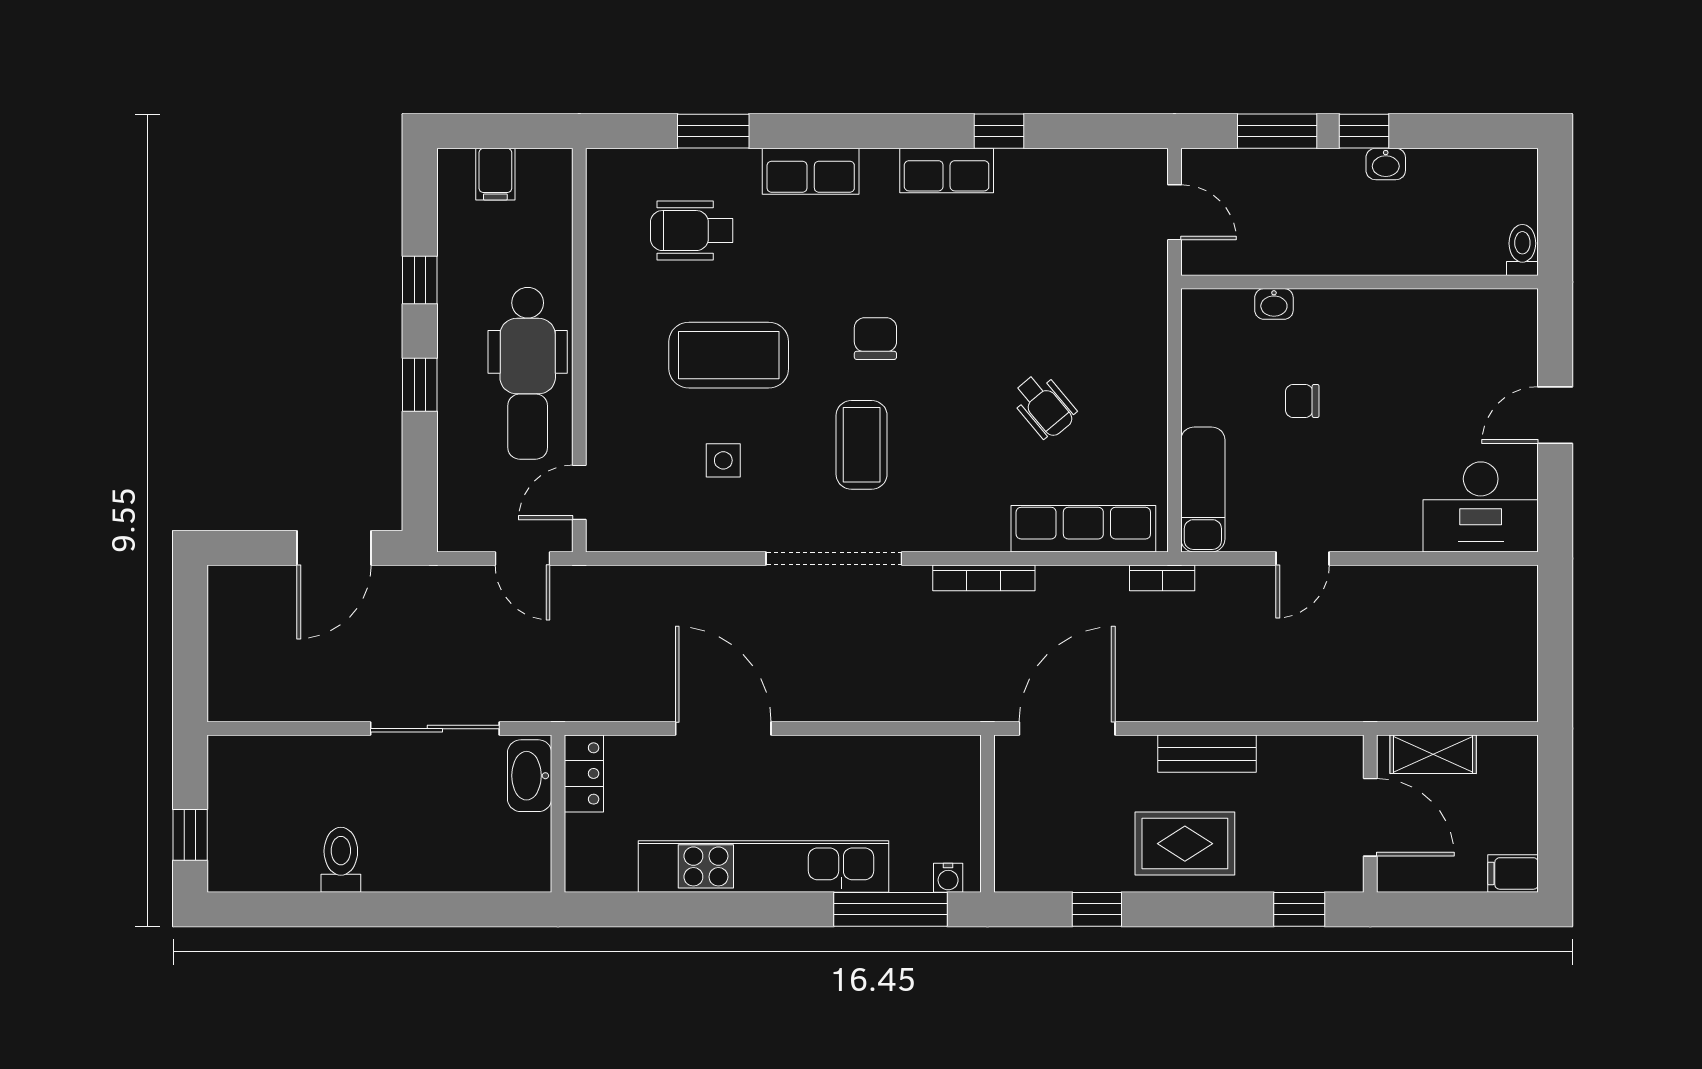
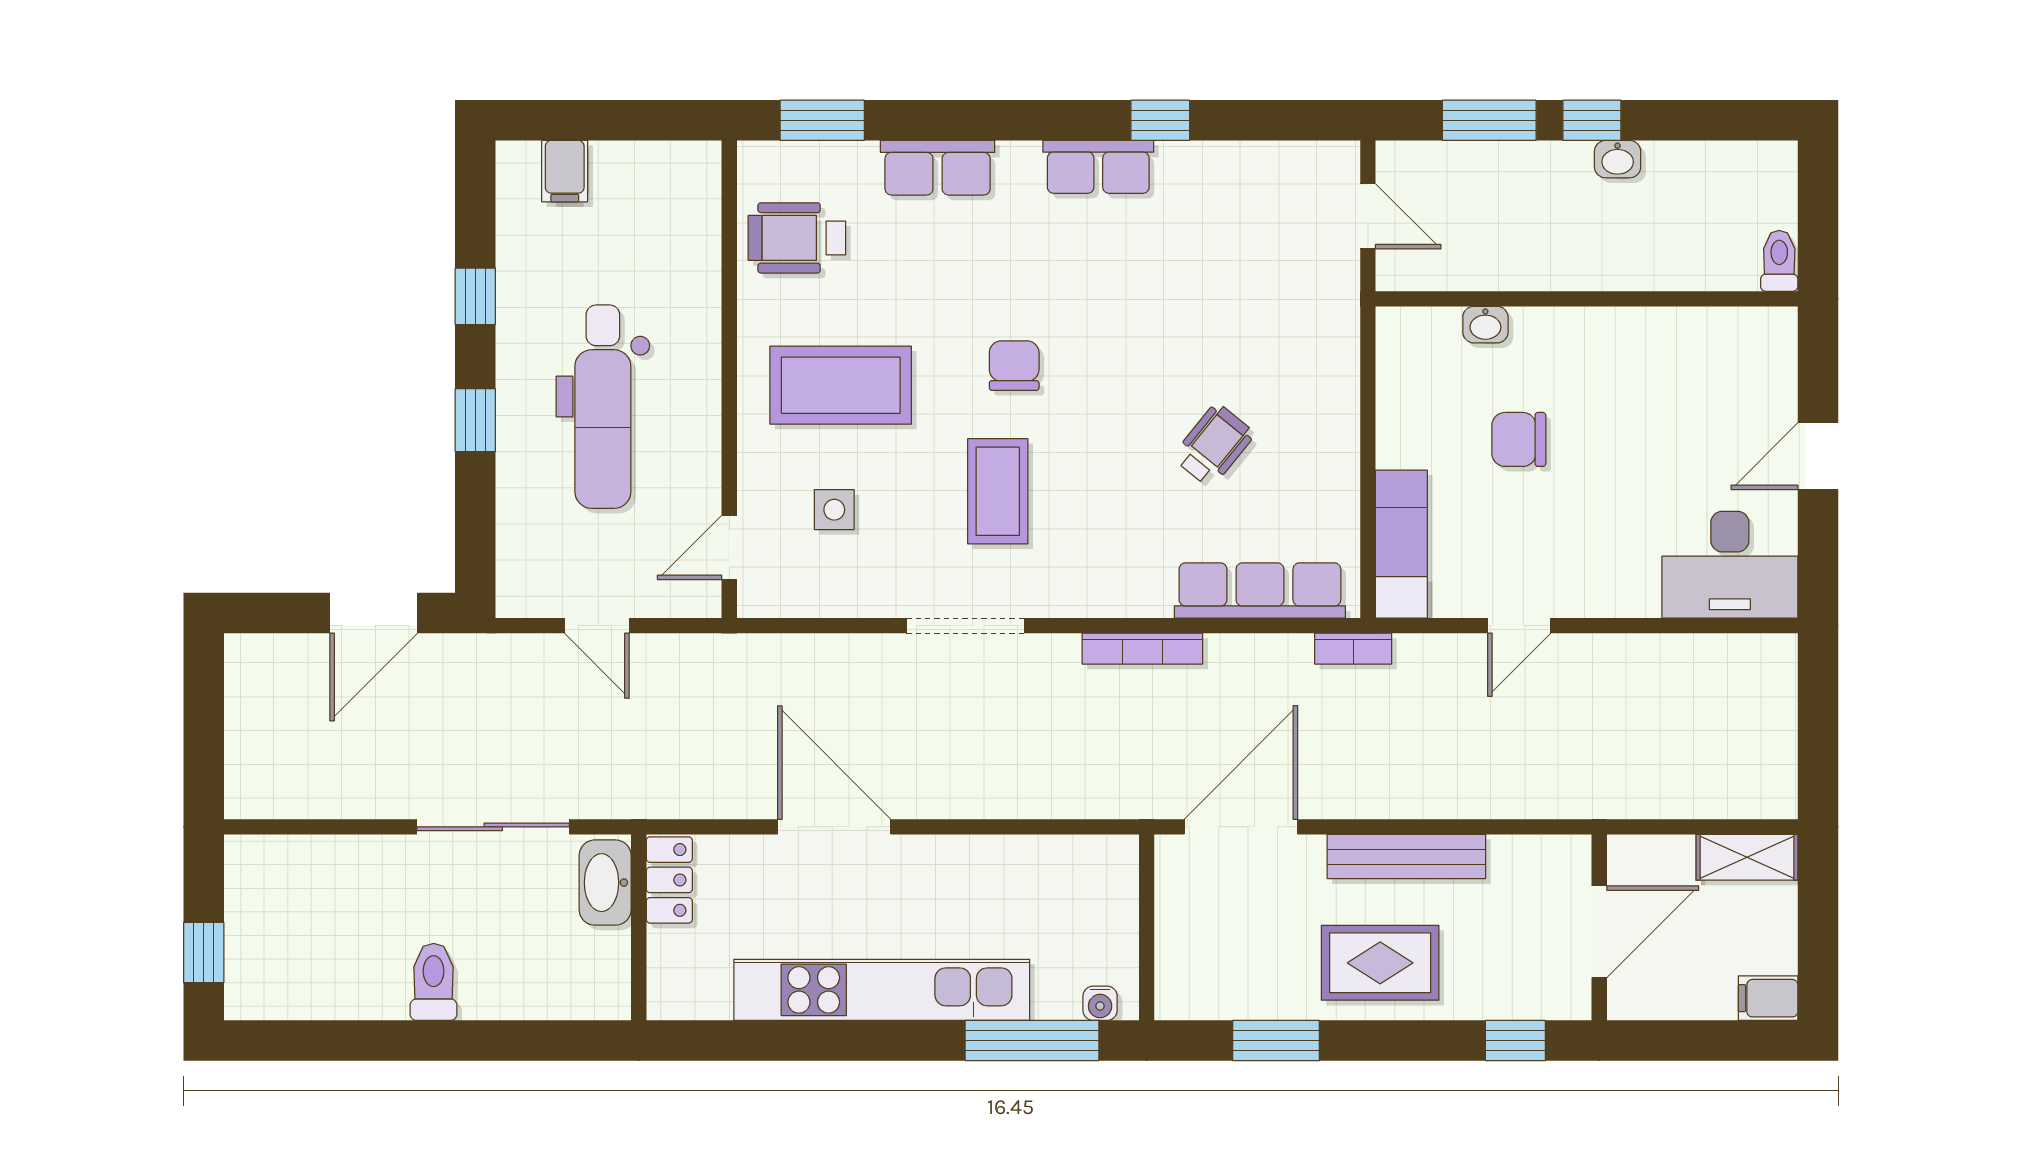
wall: (579, 350) -> (729, 379), moved
chair: (1302, 401) -> (1519, 439), width x1.37, depth x1.37
wheelchair: (1044, 406) -> (1214, 445), turned -101
door: (579, 492) -> (729, 548), moved
doorway: (834, 558) -> (965, 626), width x0.73
bench: (1207, 754) -> (1406, 857), width x1.36
shelving: (1433, 754) -> (1747, 857), moved
door: (1370, 817) -> (1599, 932), hinge flipped
toilet: (341, 860) -> (434, 982), moved
window: (1097, 909) -> (1276, 1041), width x1.50

